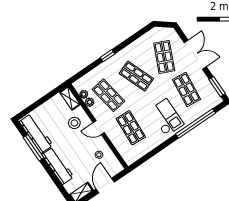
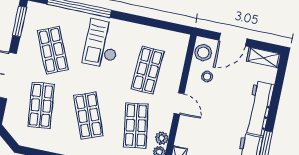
shop shelf: (164, 57) -> (41, 105), turned -30
shop shelf: (187, 89) -> (53, 50), turned -30
stool: (74, 123) -> (203, 53), moved

